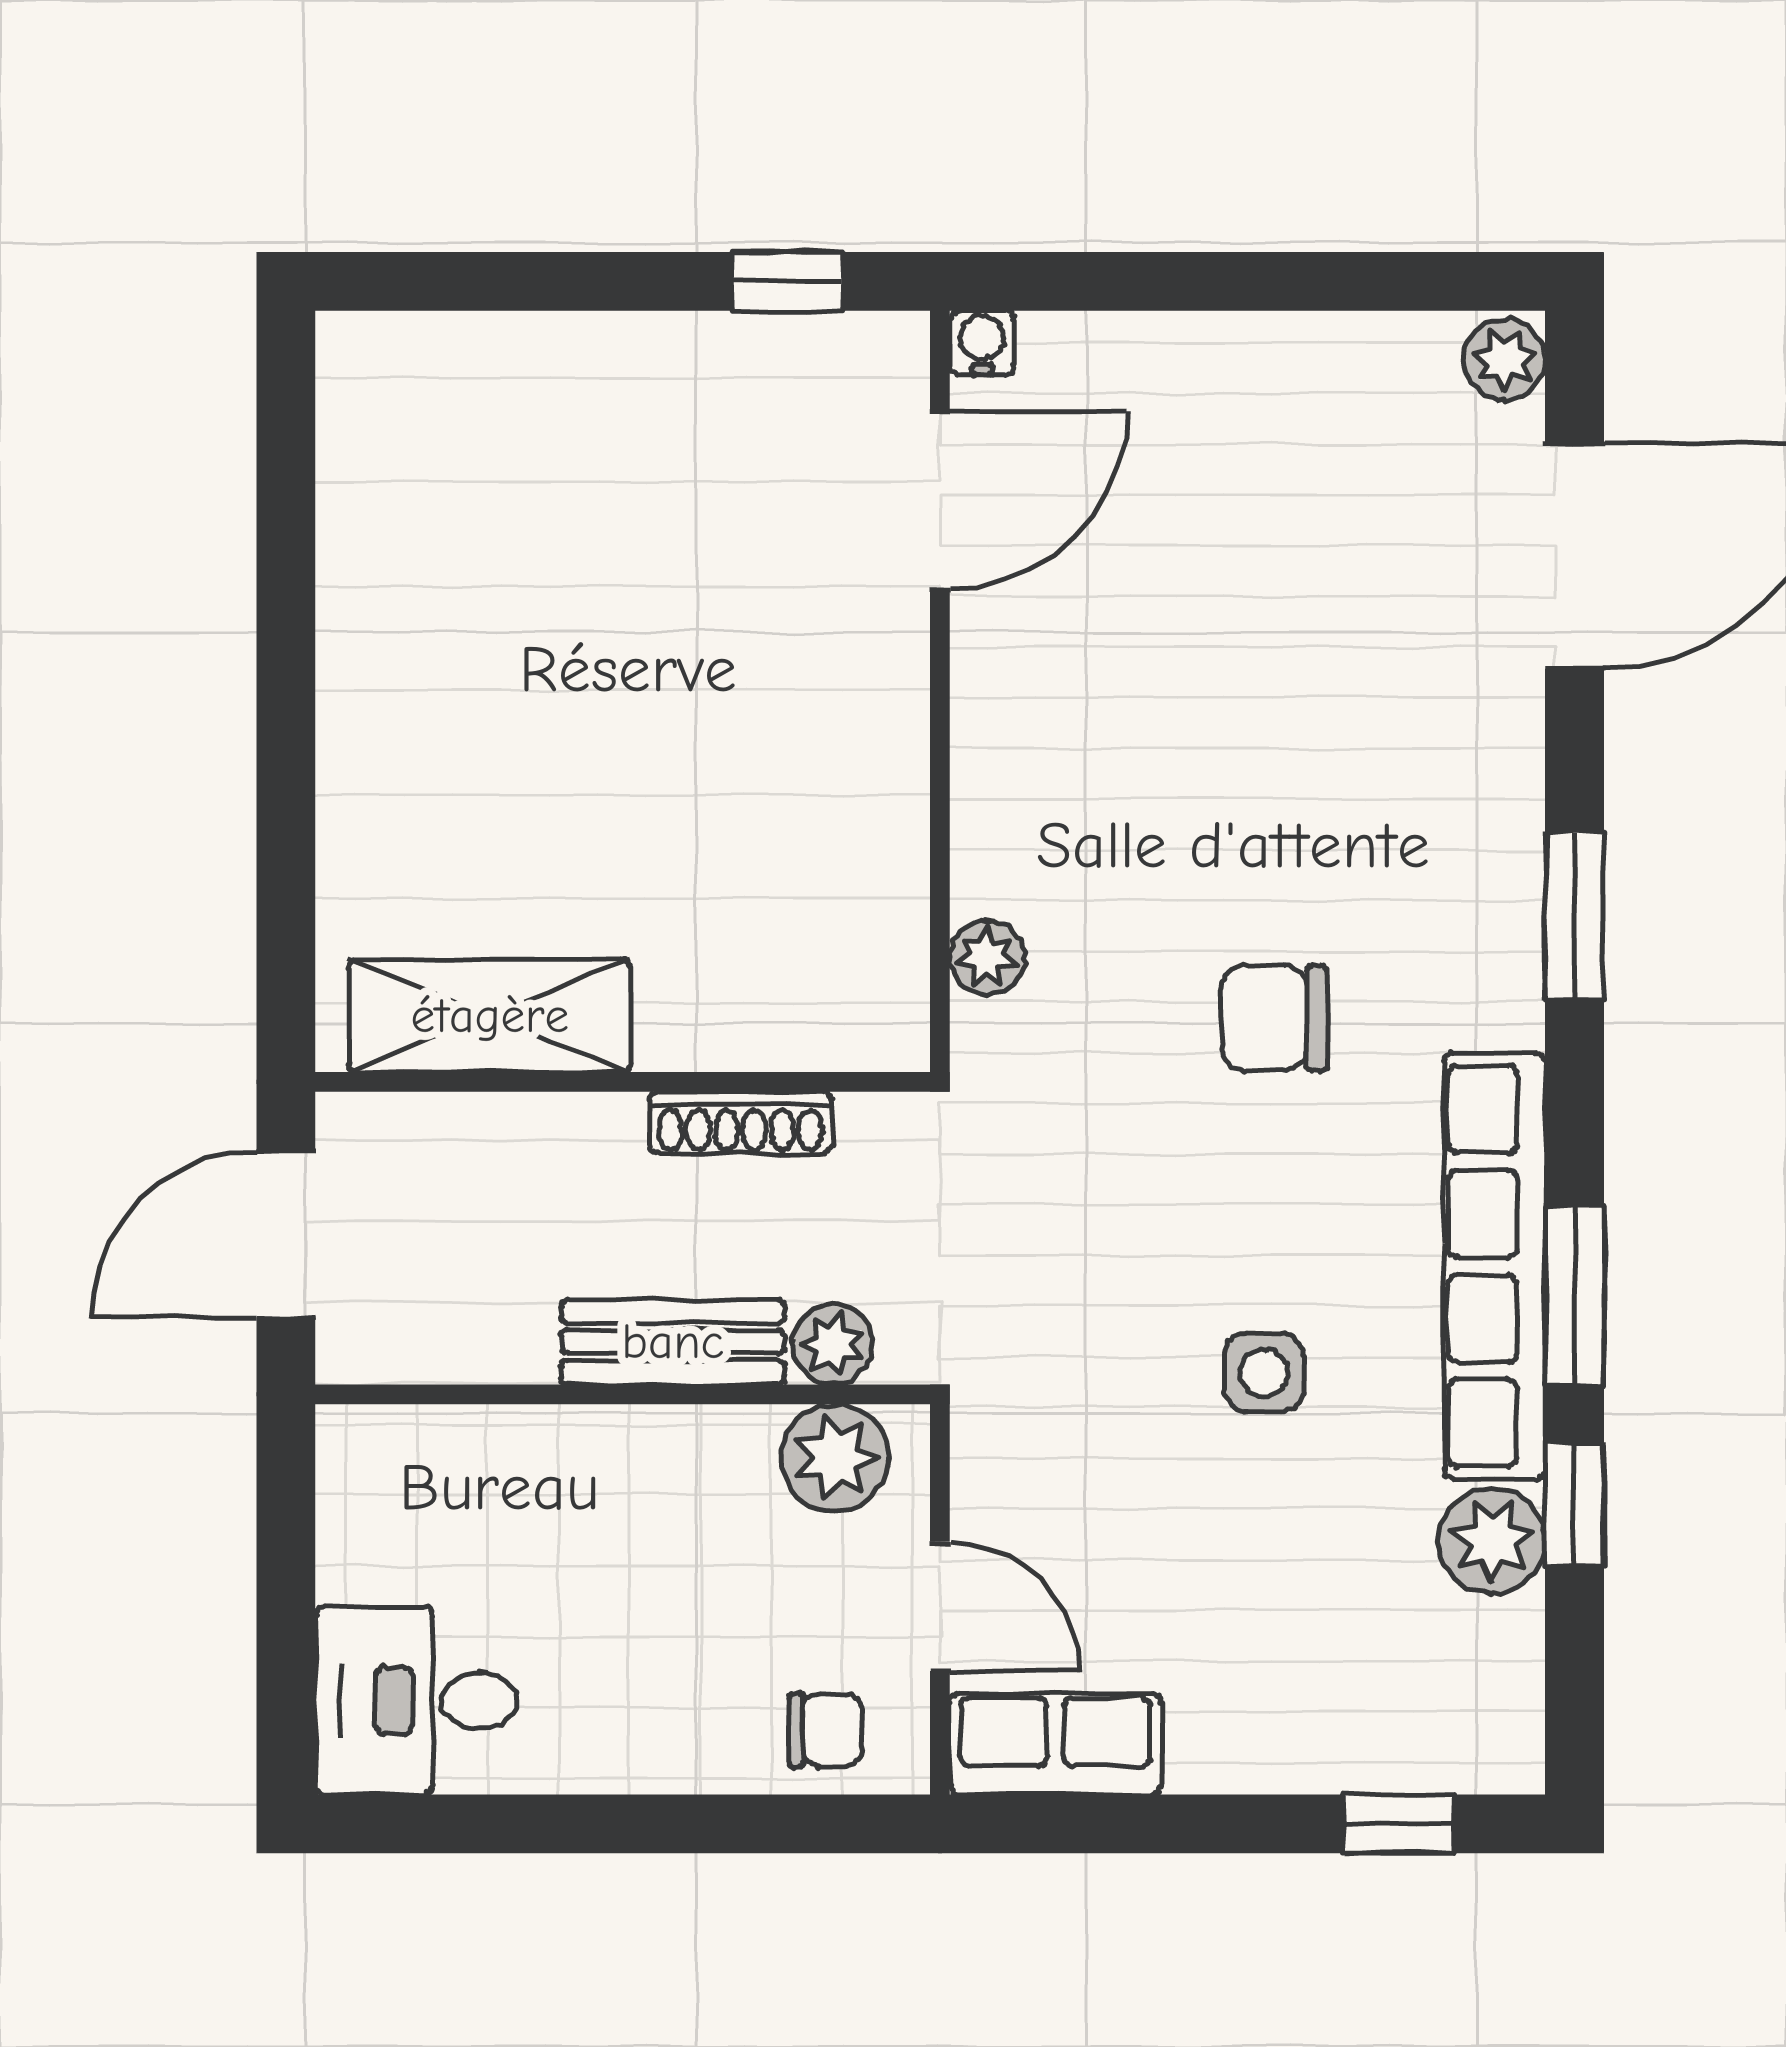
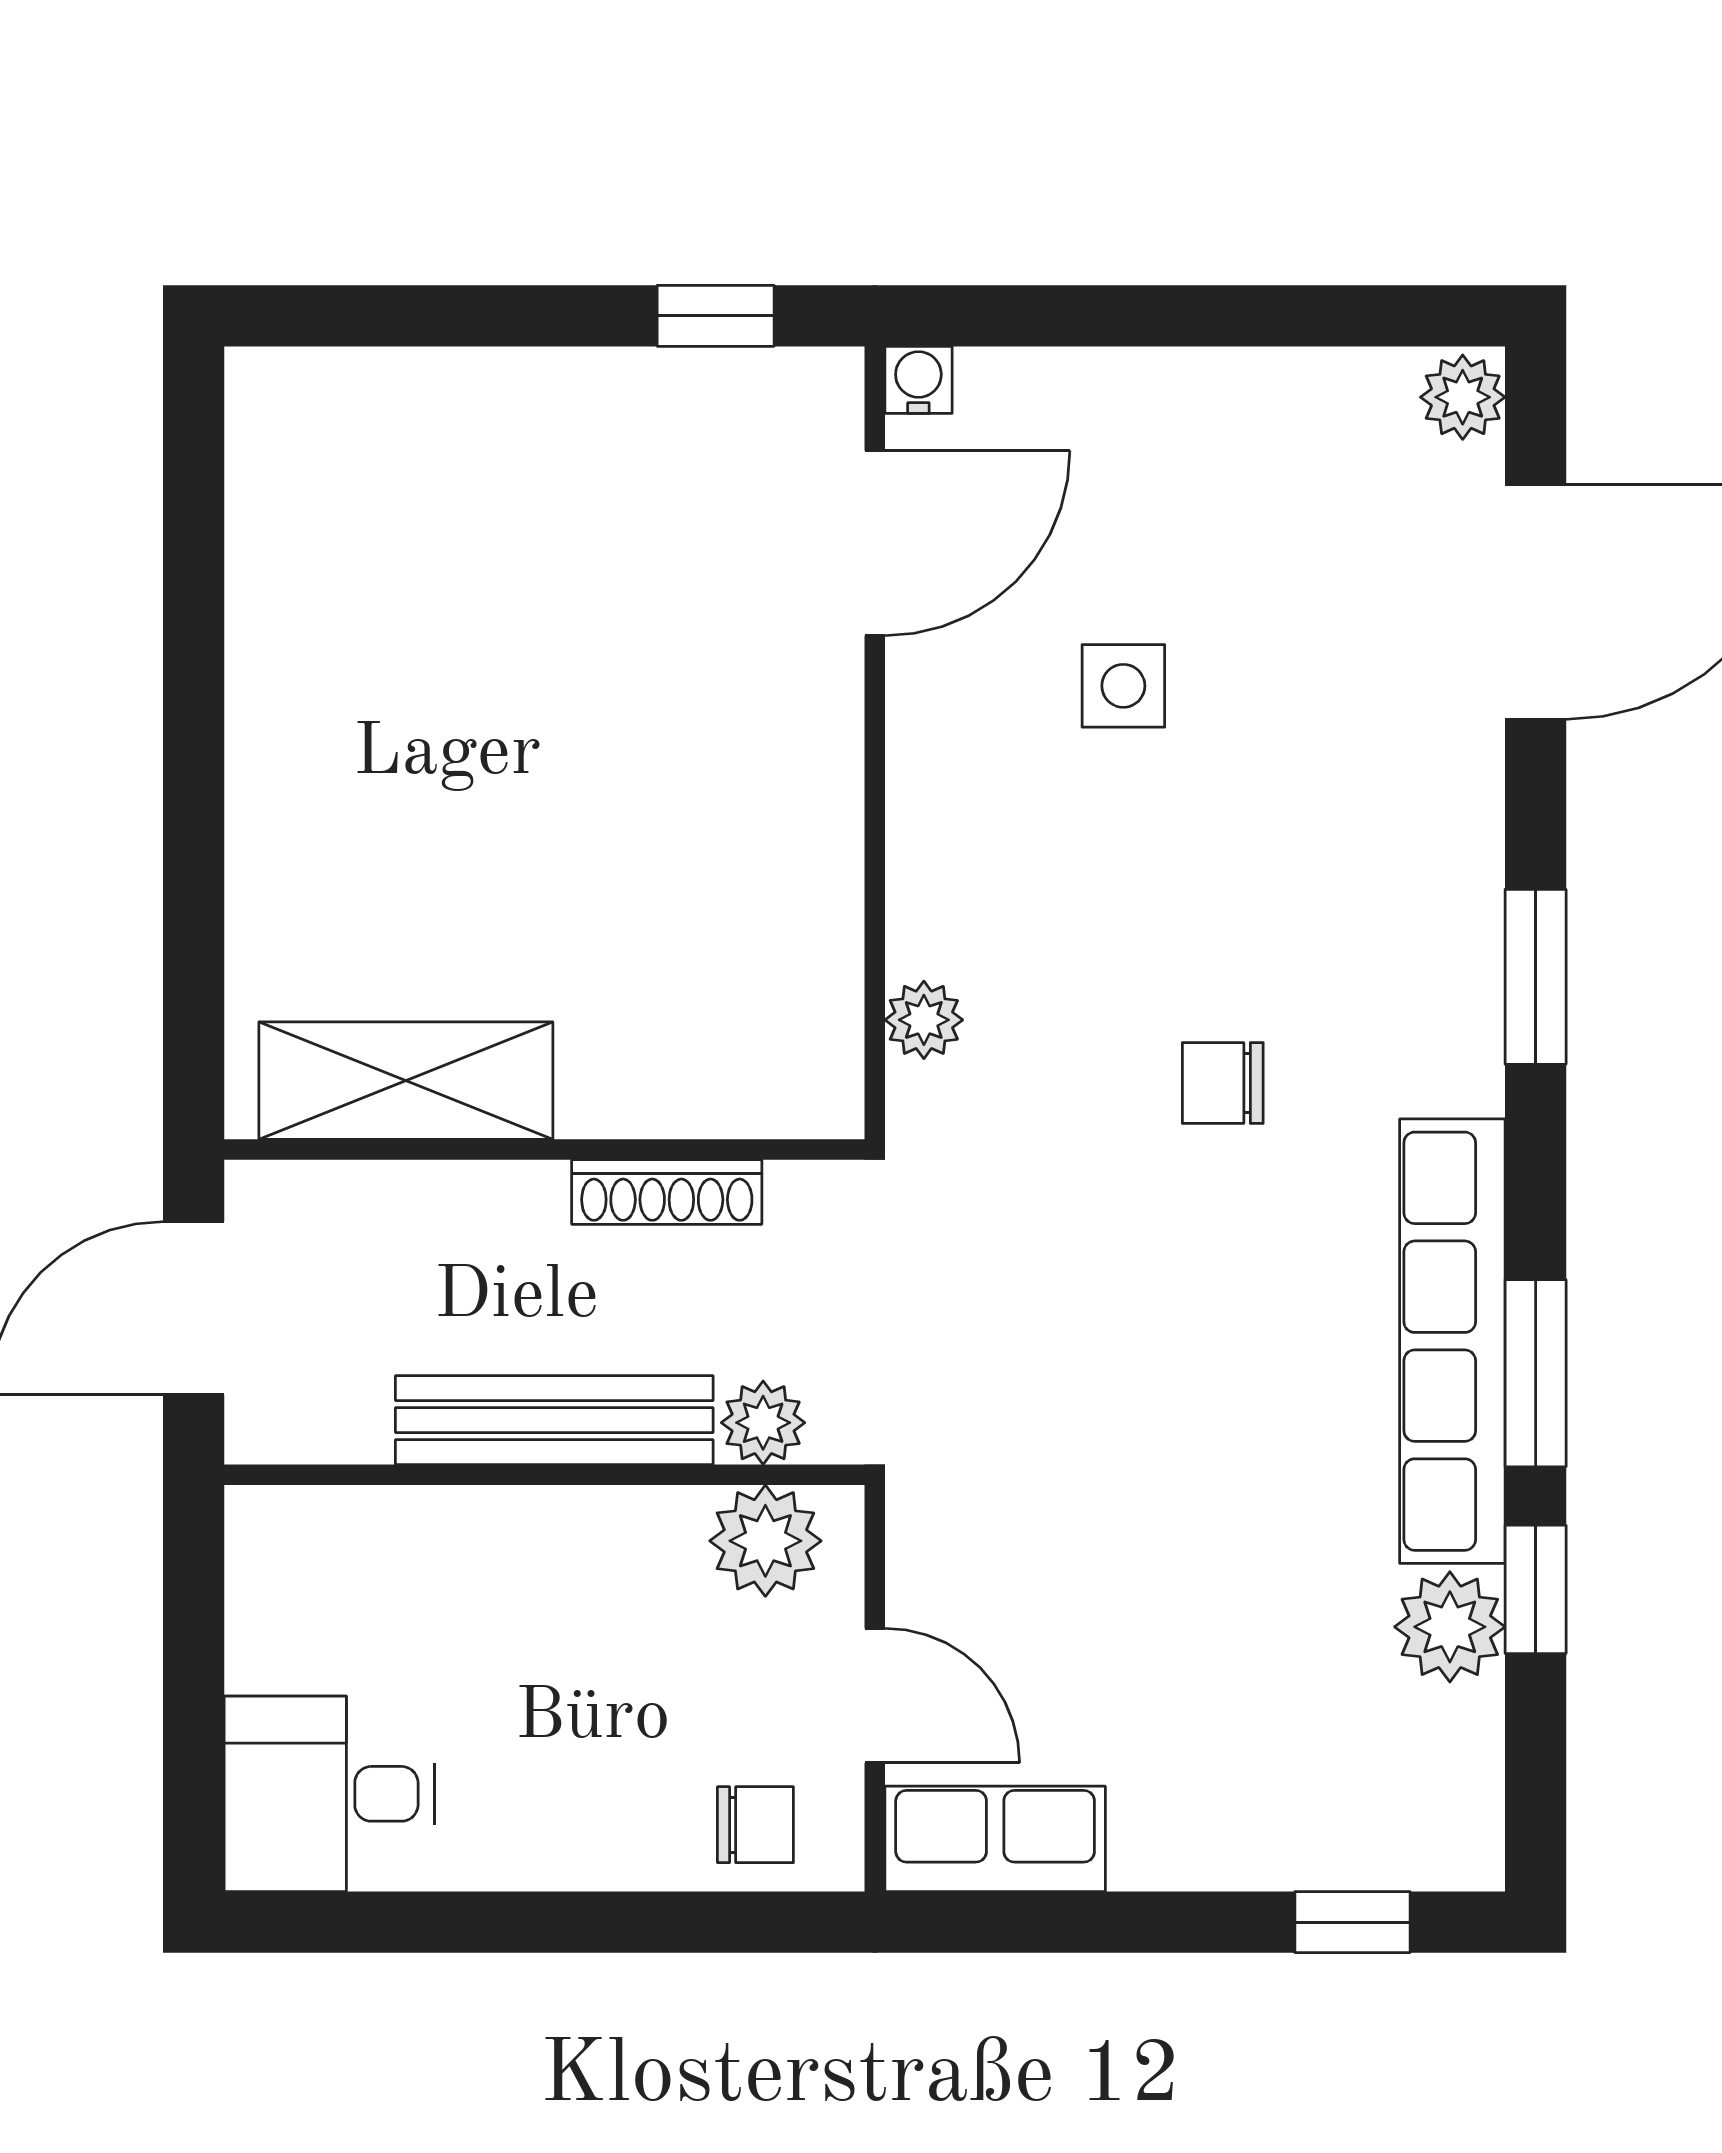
chair: (1274, 1018) -> (1223, 1083), width x0.73, depth x0.73
bench: (673, 1342) -> (554, 1420), width x1.36
side table: (1264, 1373) -> (1123, 686), moved

